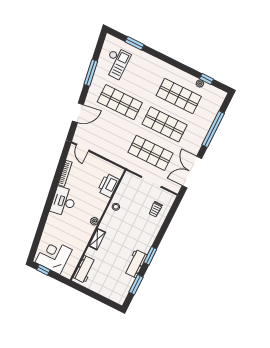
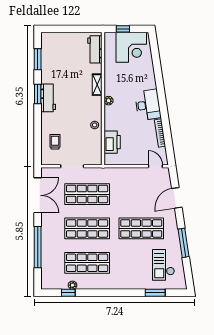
workbench: (136, 264) -> (48, 98), moved
window: (43, 270) -> (123, 29), moved

